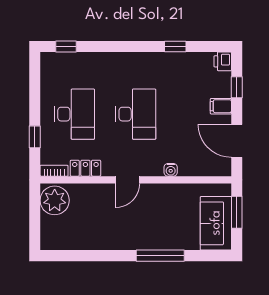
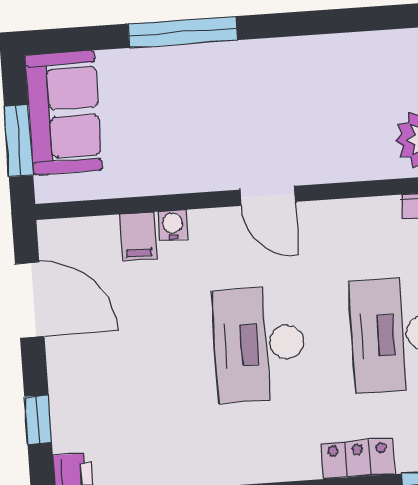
filing cabinet: (221, 106) -> (138, 236), moved, turned 90
locker: (85, 168) -> (358, 458), moved, turned 180
door: (127, 180) -> (268, 196), swing flipped

